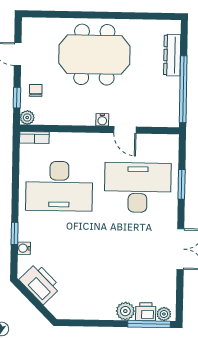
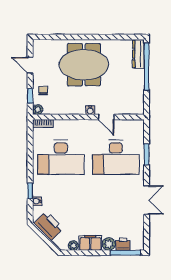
dresser: (172, 55) -> (138, 54), moved
window: (183, 89) -> (147, 66), moved
desk: (138, 188) -> (116, 157), turned 180
filing cabinet: (99, 309) -> (90, 243), added
plant: (164, 314) -> (73, 246), moved

